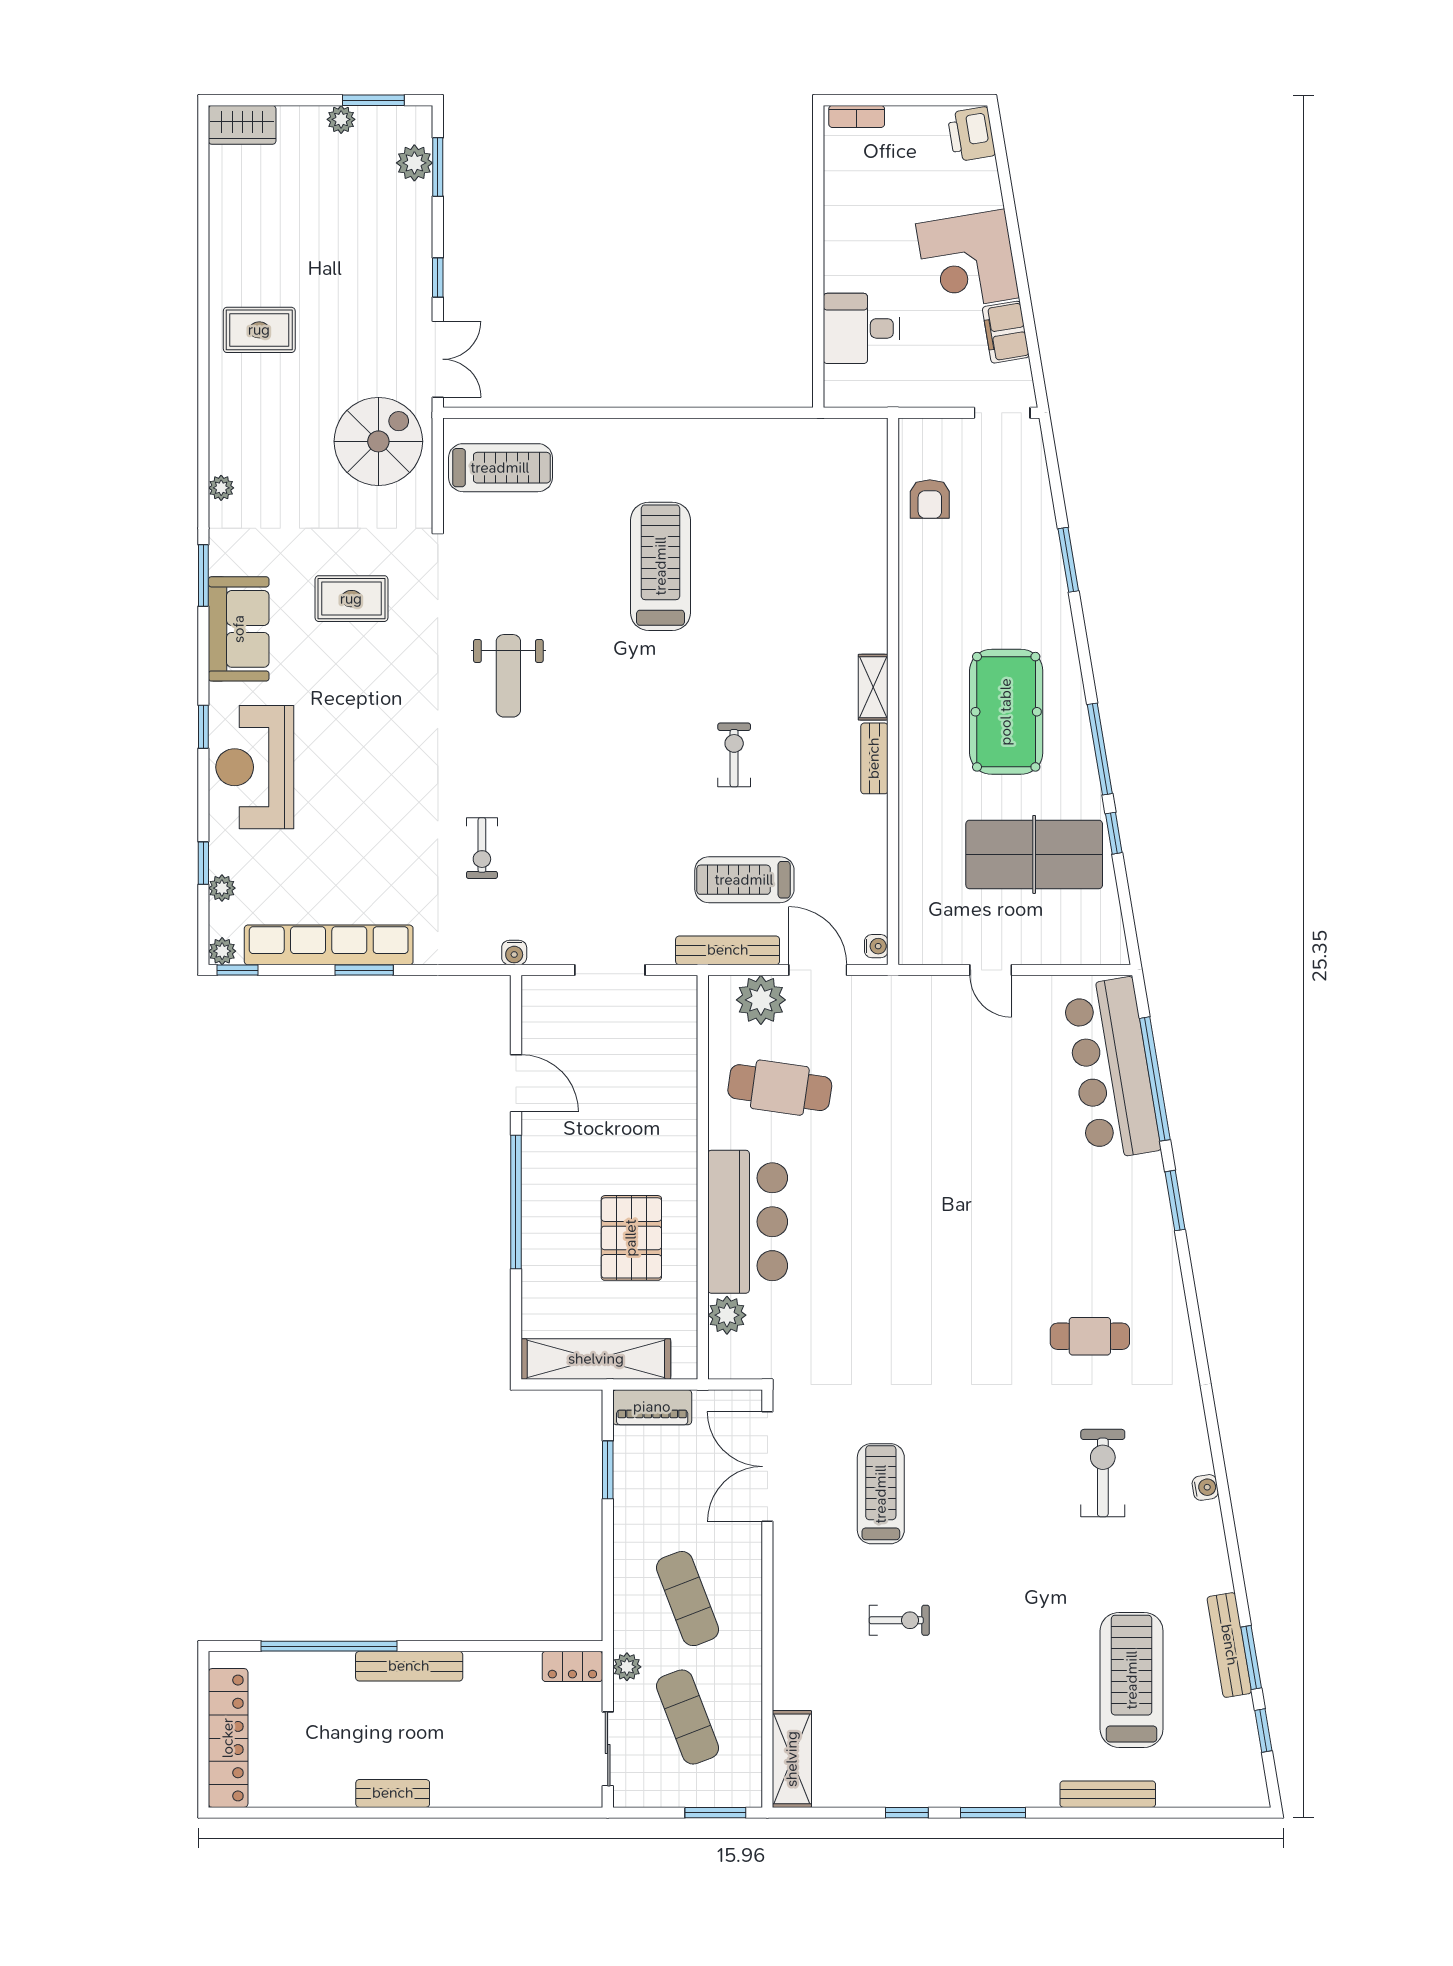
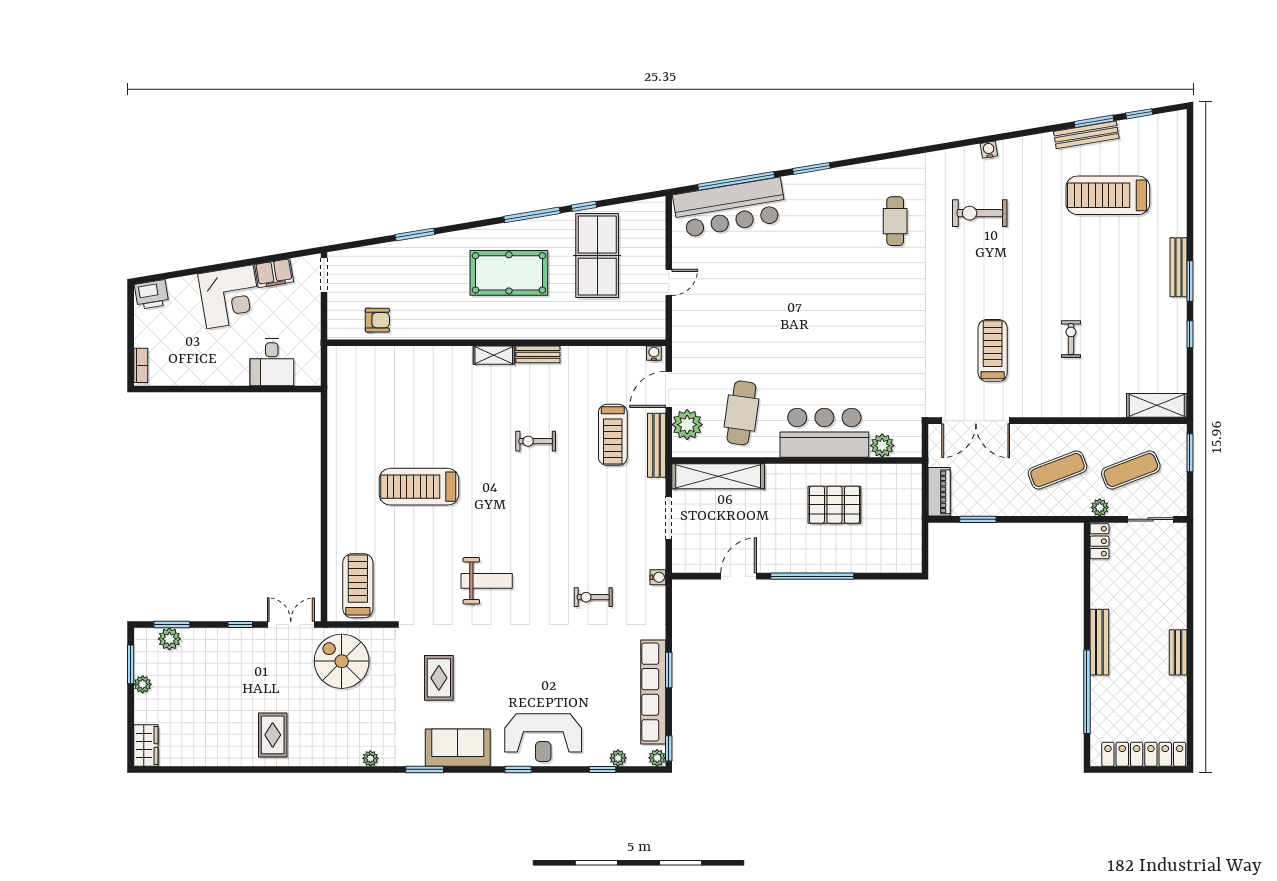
exercise bike: (482, 848) -> (593, 597), turned 180
shelving: (596, 1359) -> (718, 476), moved, turned 90
treadmill: (881, 1494) -> (993, 350), turned 90
bench: (1108, 1794) -> (1178, 267), moved

